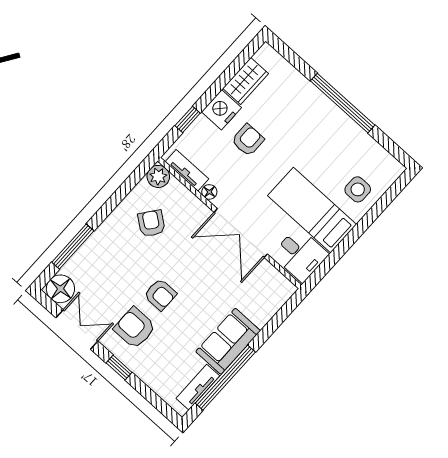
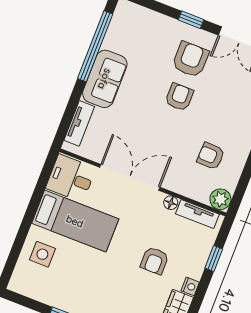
nightstand: (222, 110) -> (190, 286), width x0.53, depth x0.56
armchair: (151, 223) -> (211, 156), turned 145
armchair: (160, 295) -> (179, 97), turned 90
armchair: (135, 328) -> (190, 60), turned -90
tv unit: (198, 387) -> (79, 123), moved

